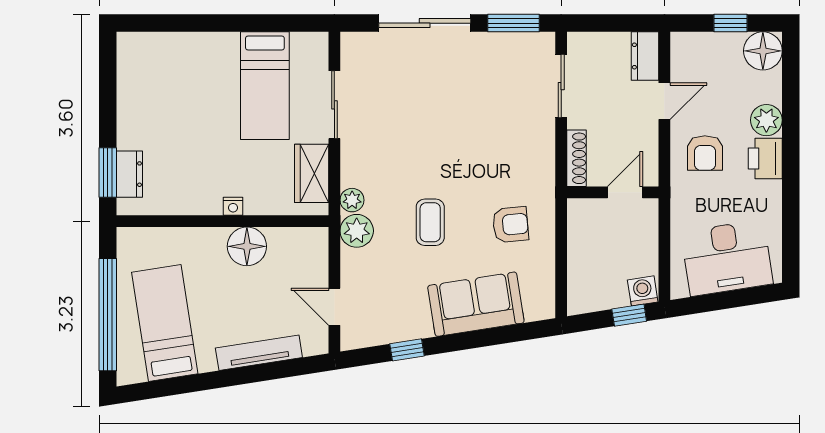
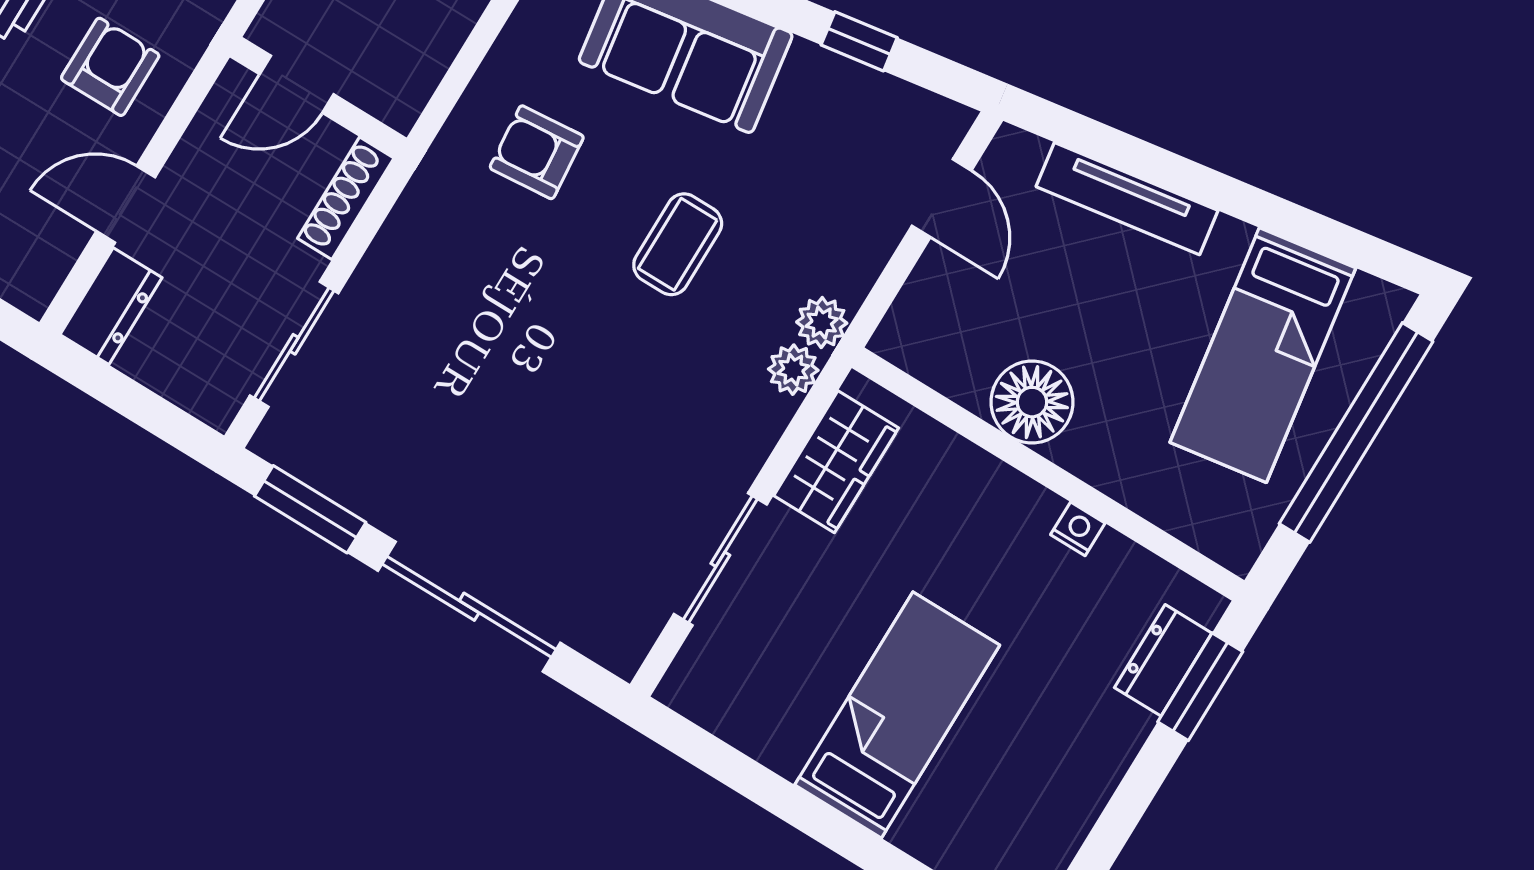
bed: (265, 86) -> (897, 715), moved
nightstand: (233, 206) -> (1078, 529), moved
plant: (357, 231) -> (822, 323), width x0.73, depth x0.73

